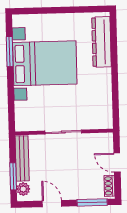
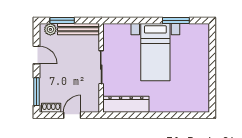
dresser: (102, 42) -> (126, 104), moved
bed with nightstands: (45, 63) -> (155, 52), width x0.73
door: (52, 204) -> (36, 55), hinge flipped

